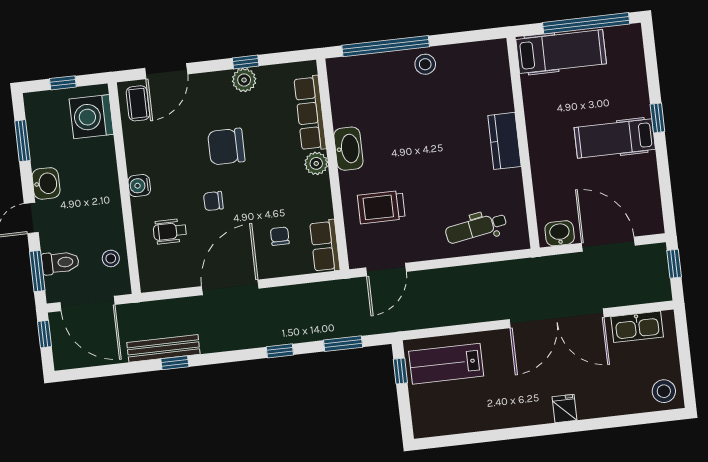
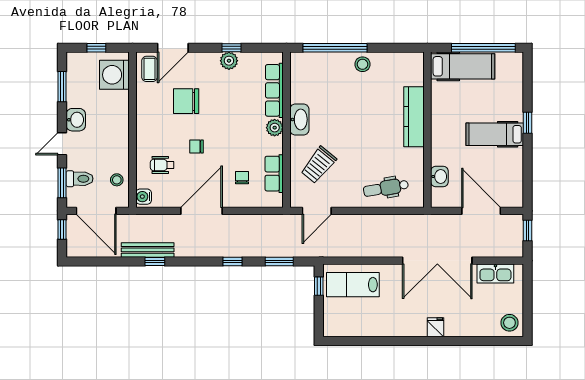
kitchen counter: (504, 141) -> (414, 117), width x1.50
chair: (226, 147) -> (186, 101), moved
water cooler: (139, 186) -> (144, 197), moved
trolley: (381, 207) -> (319, 165), turned -51
washbasin: (560, 233) -> (439, 176), moved, turned 90
row of seats: (325, 246) -> (274, 174), moved

